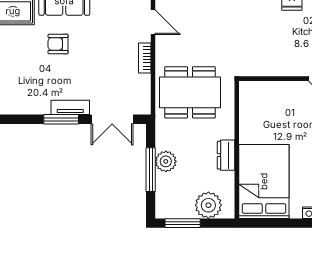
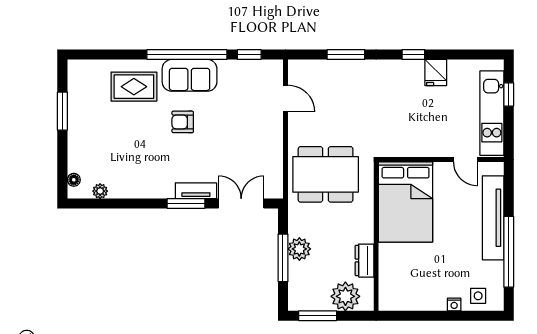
bookcase: (145, 58) -> (277, 137), removed
double door: (112, 119) -> (241, 203), swing flipped
dresser: (226, 155) -> (365, 261), moved
bed: (264, 181) -> (406, 202), moved, turned 180

